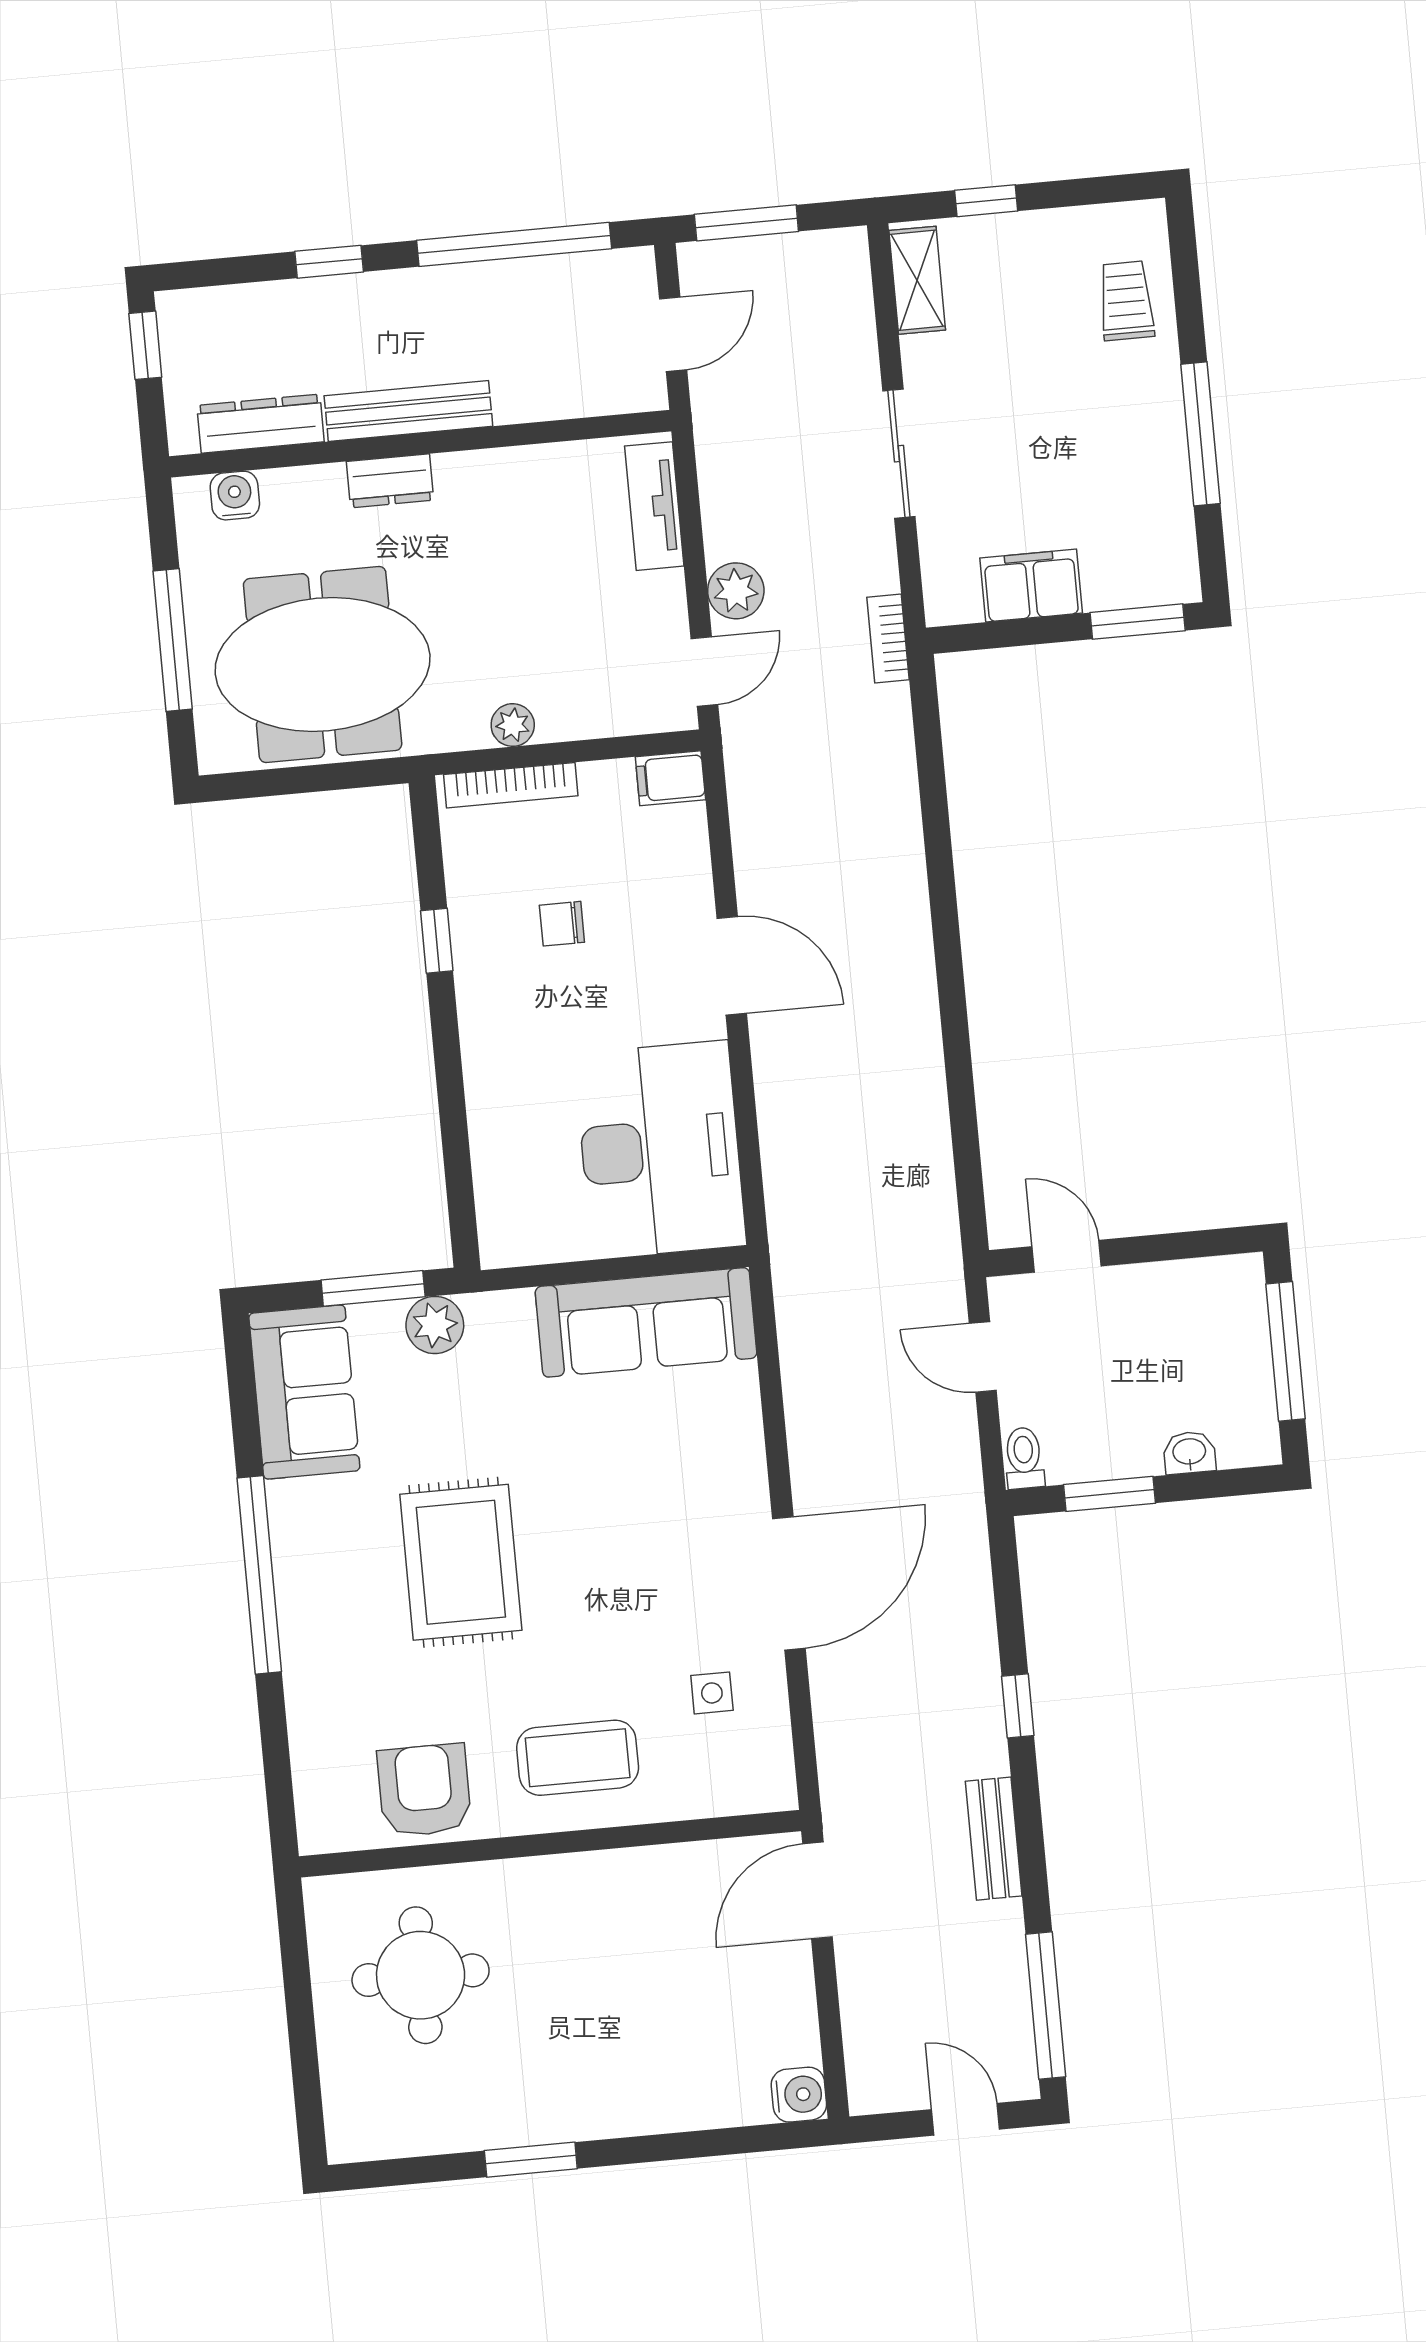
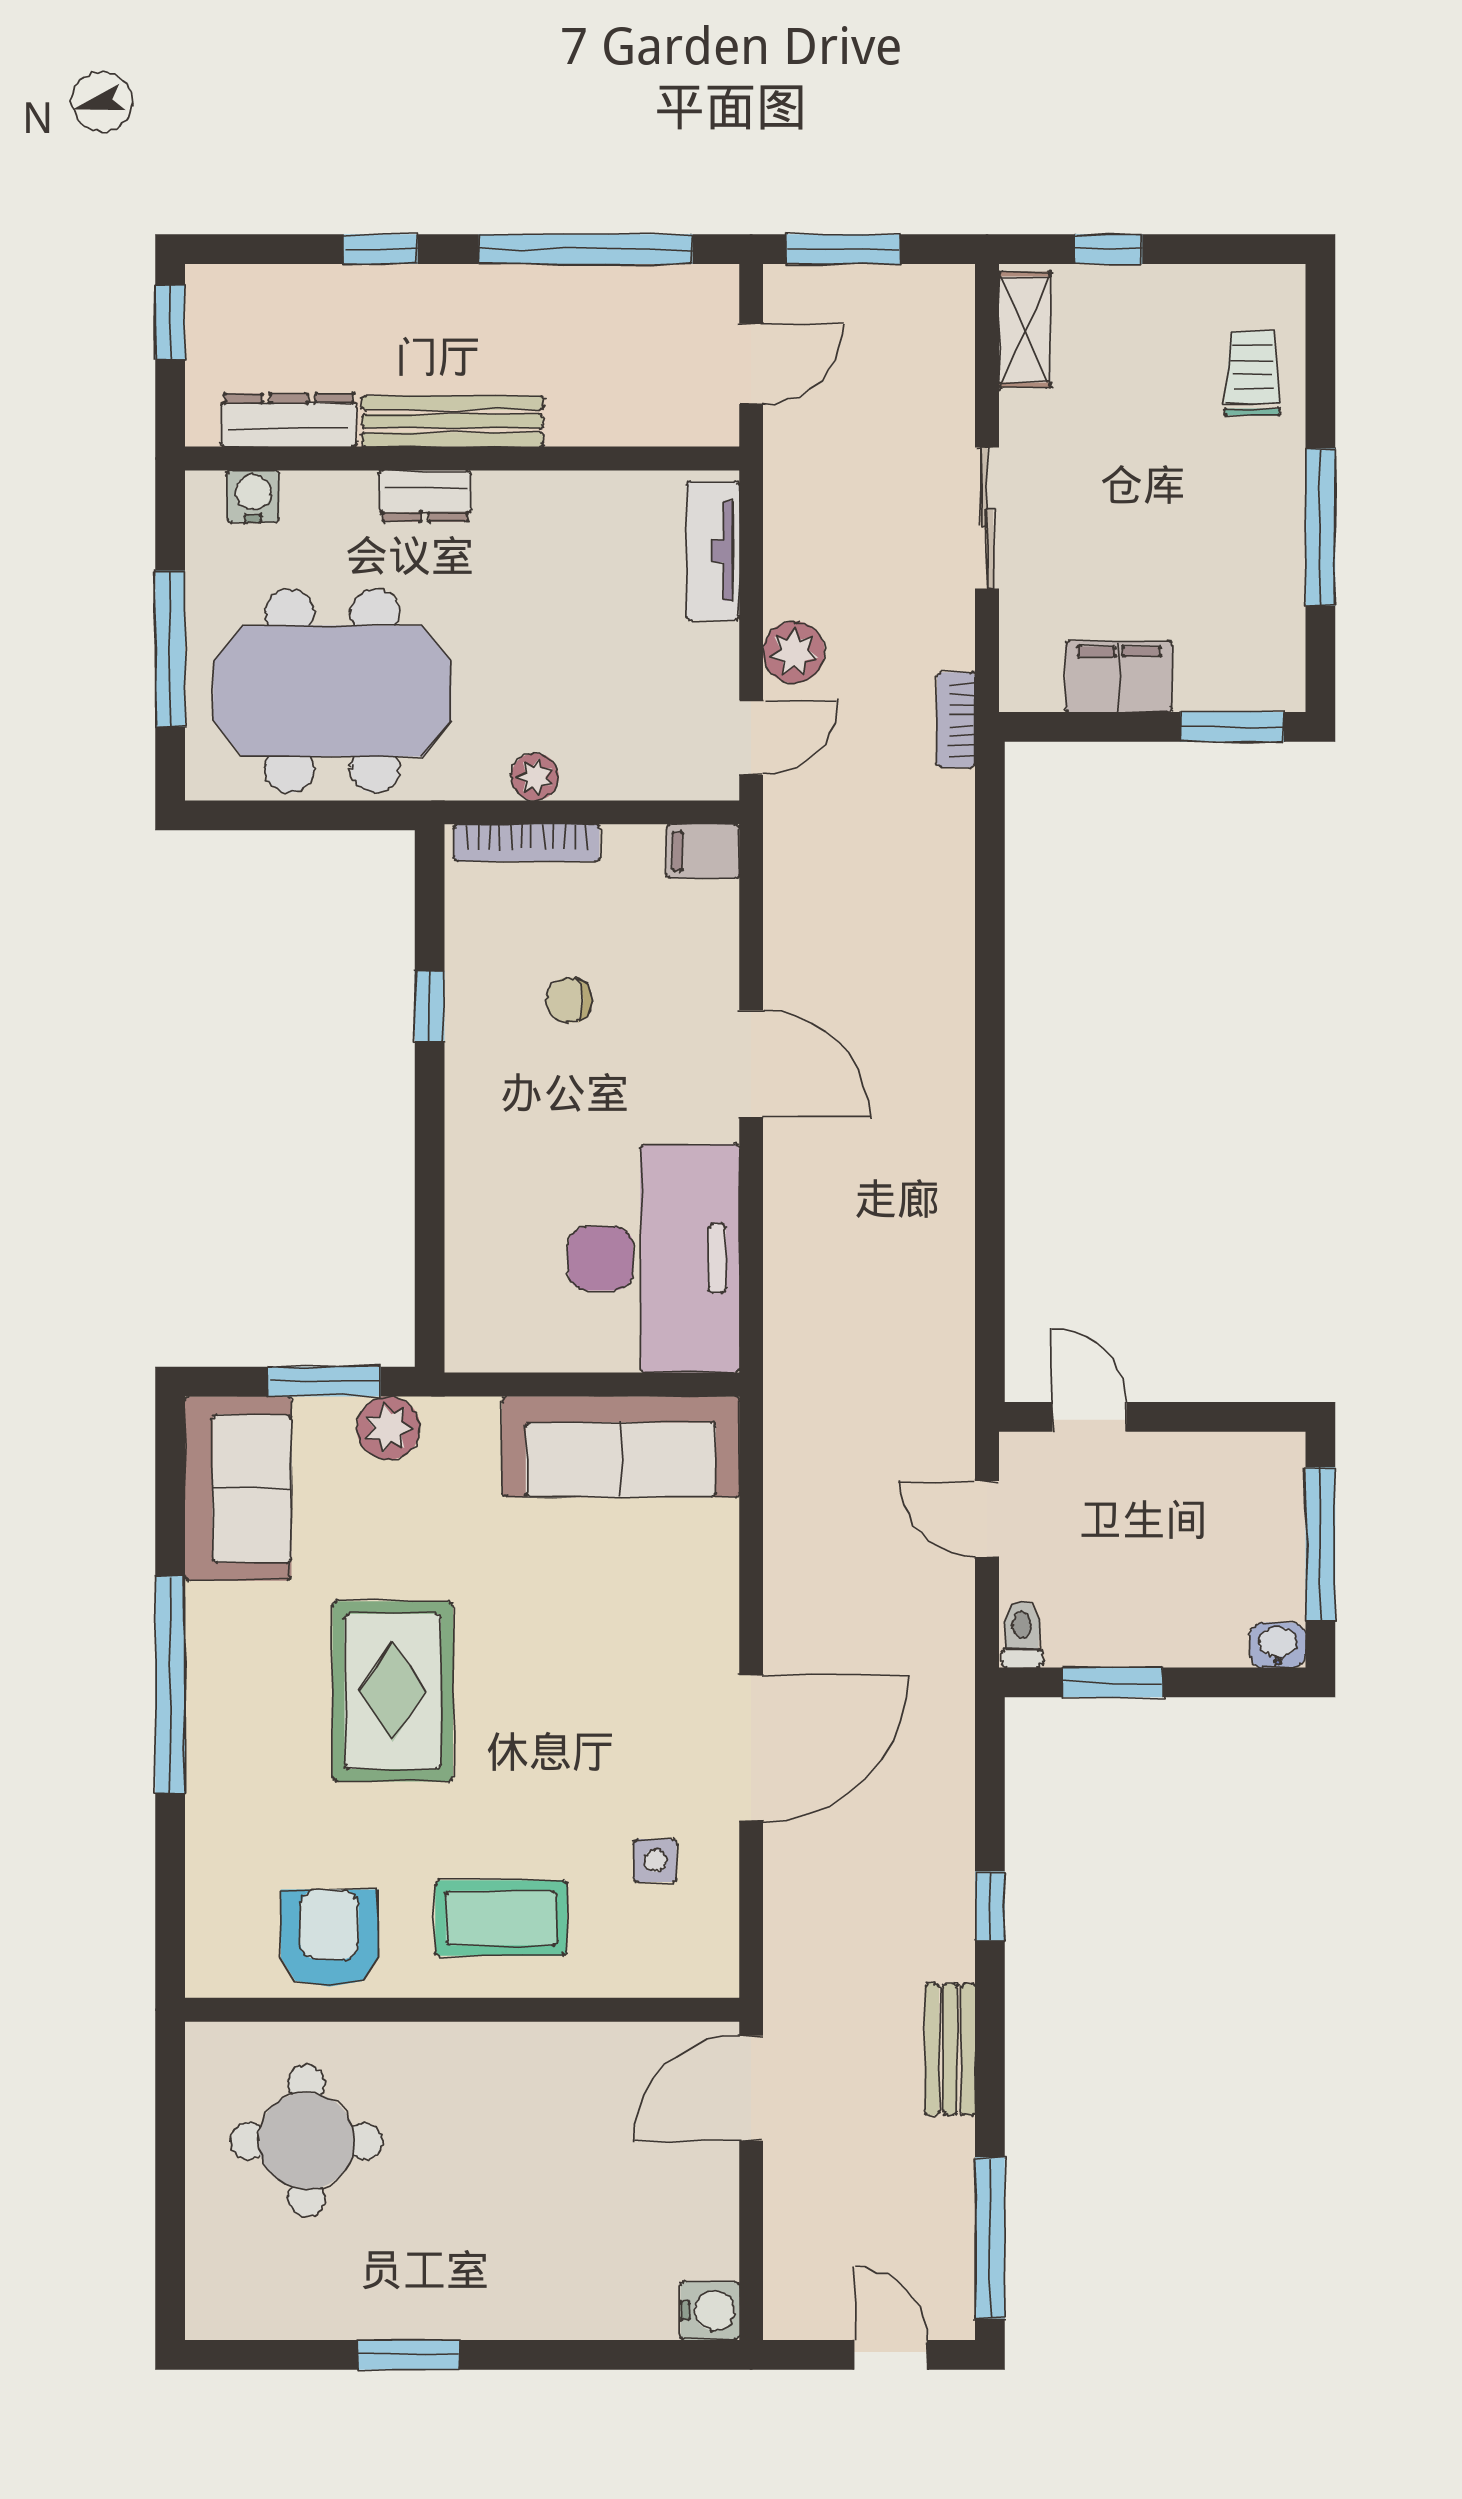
washbasin: (1189, 1453) -> (1278, 1645), moved

